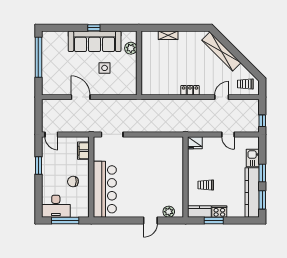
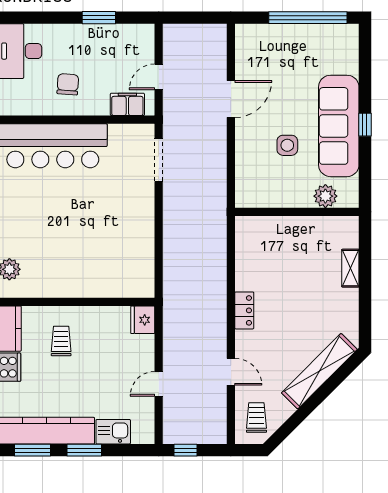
door: (51, 134) -> (159, 77), moved

